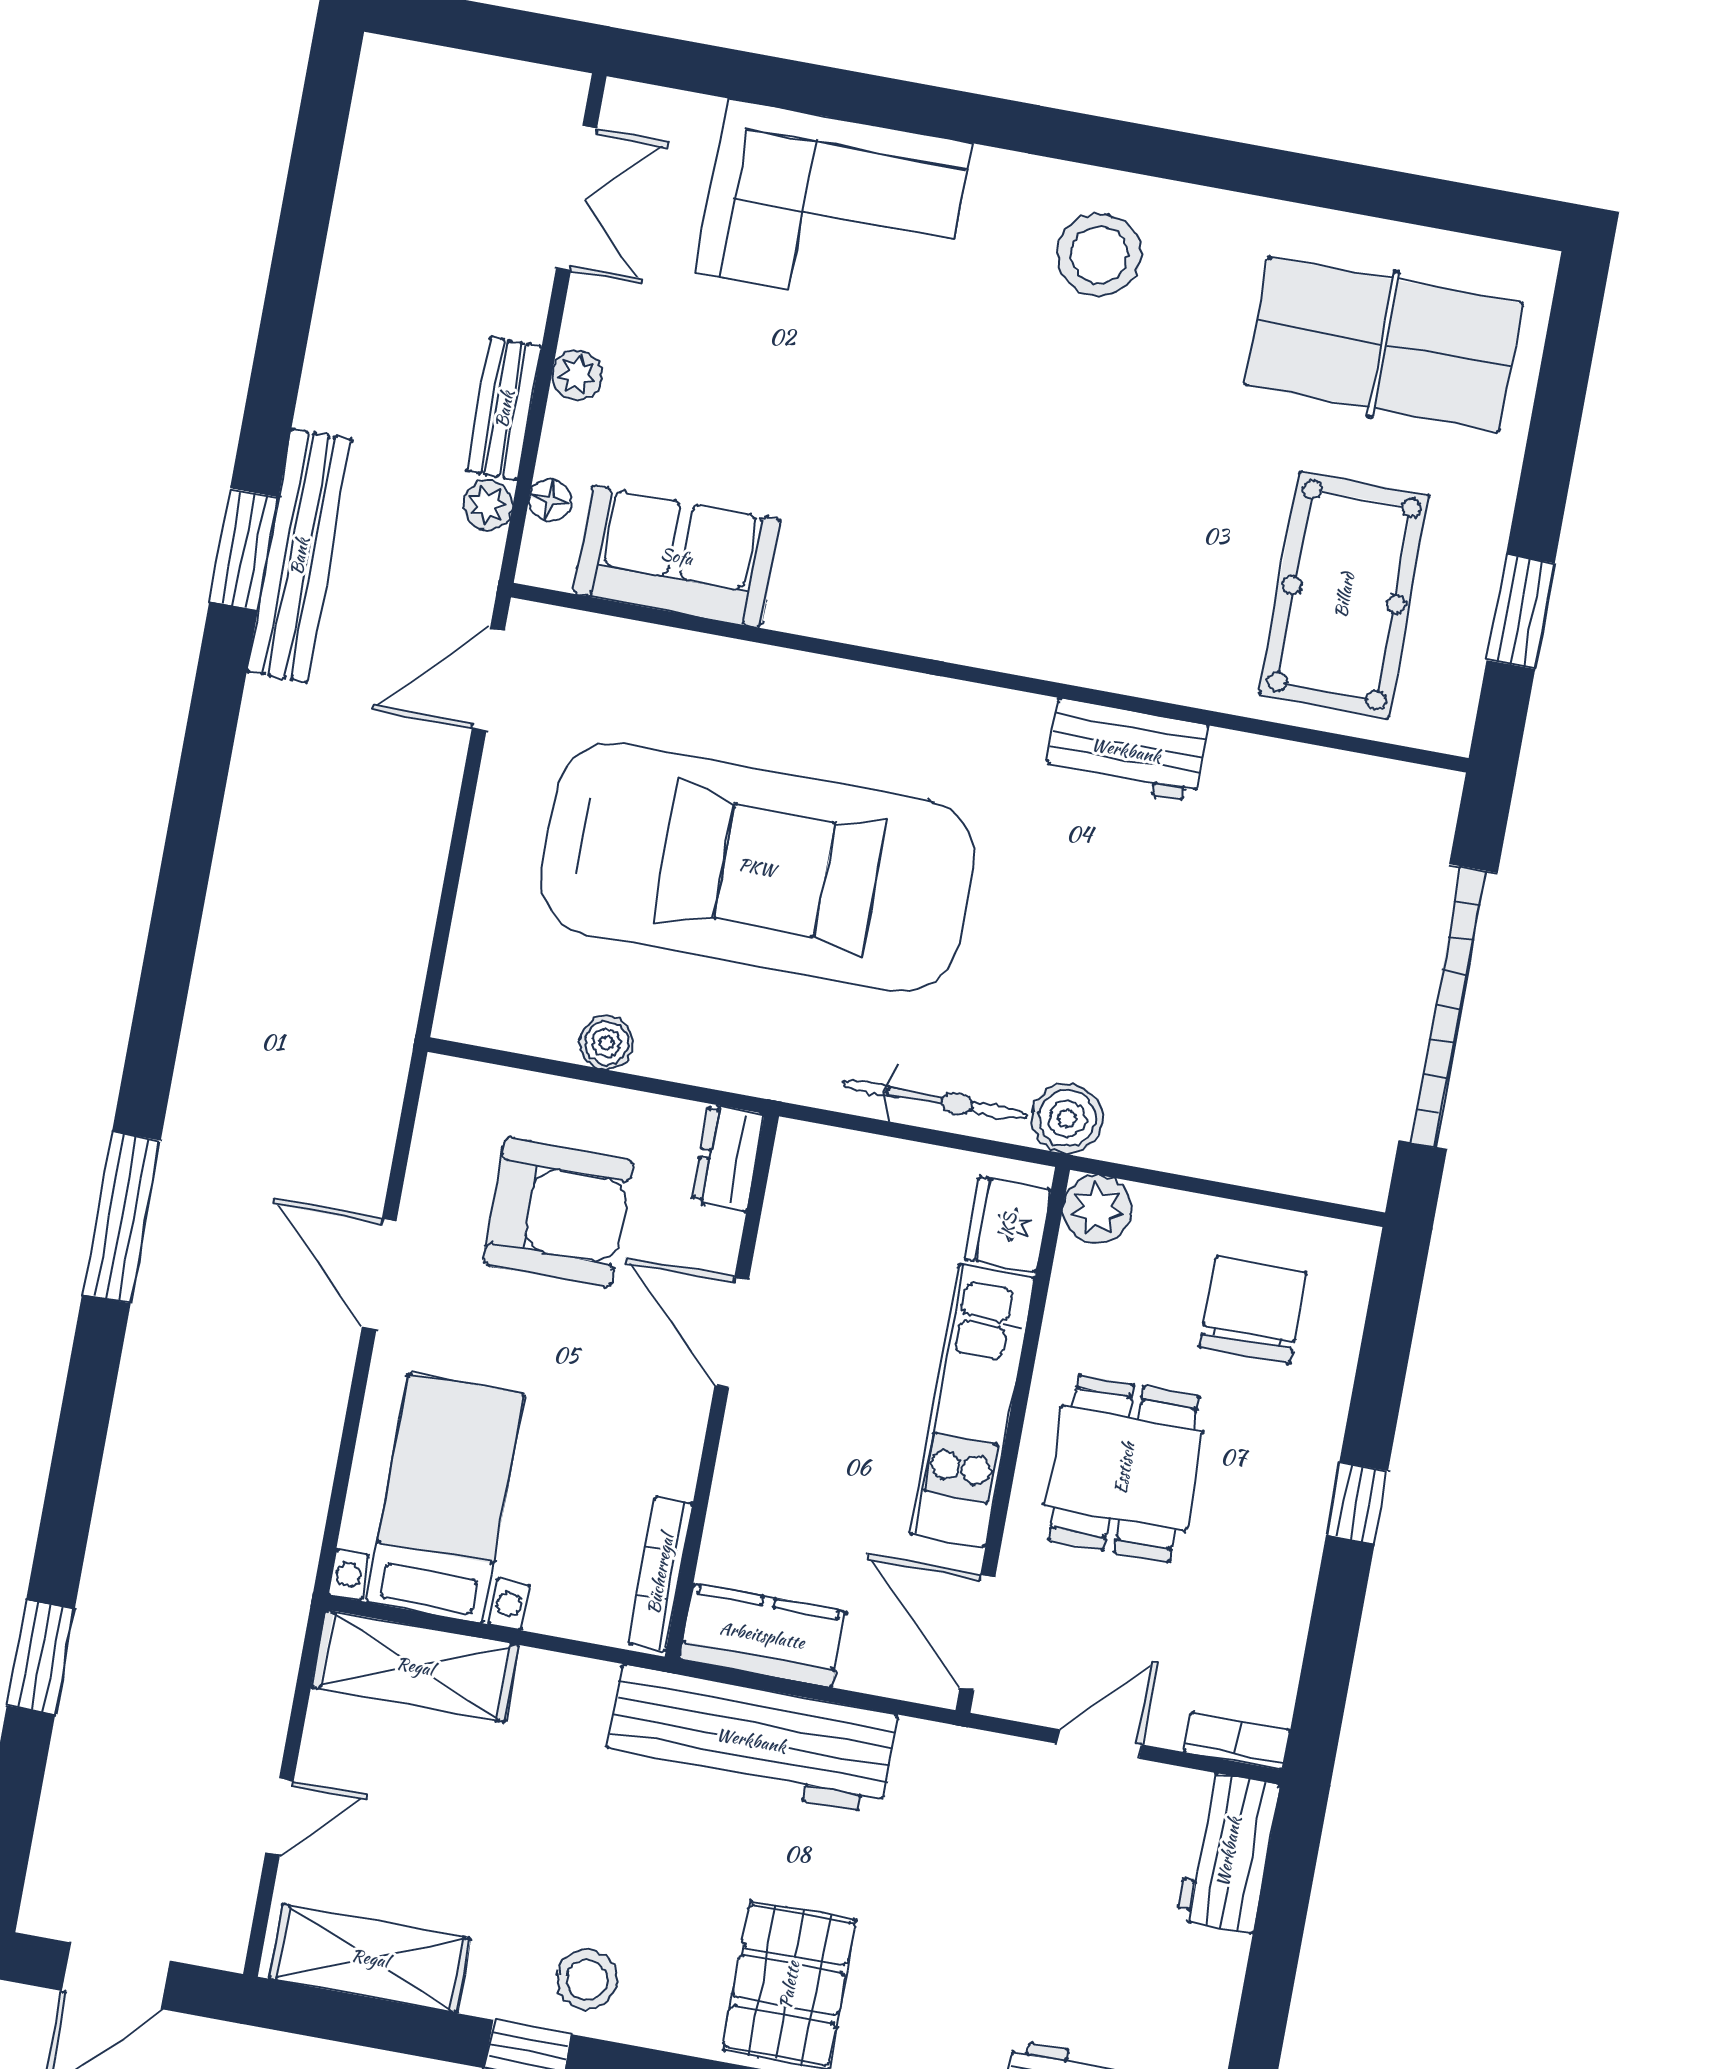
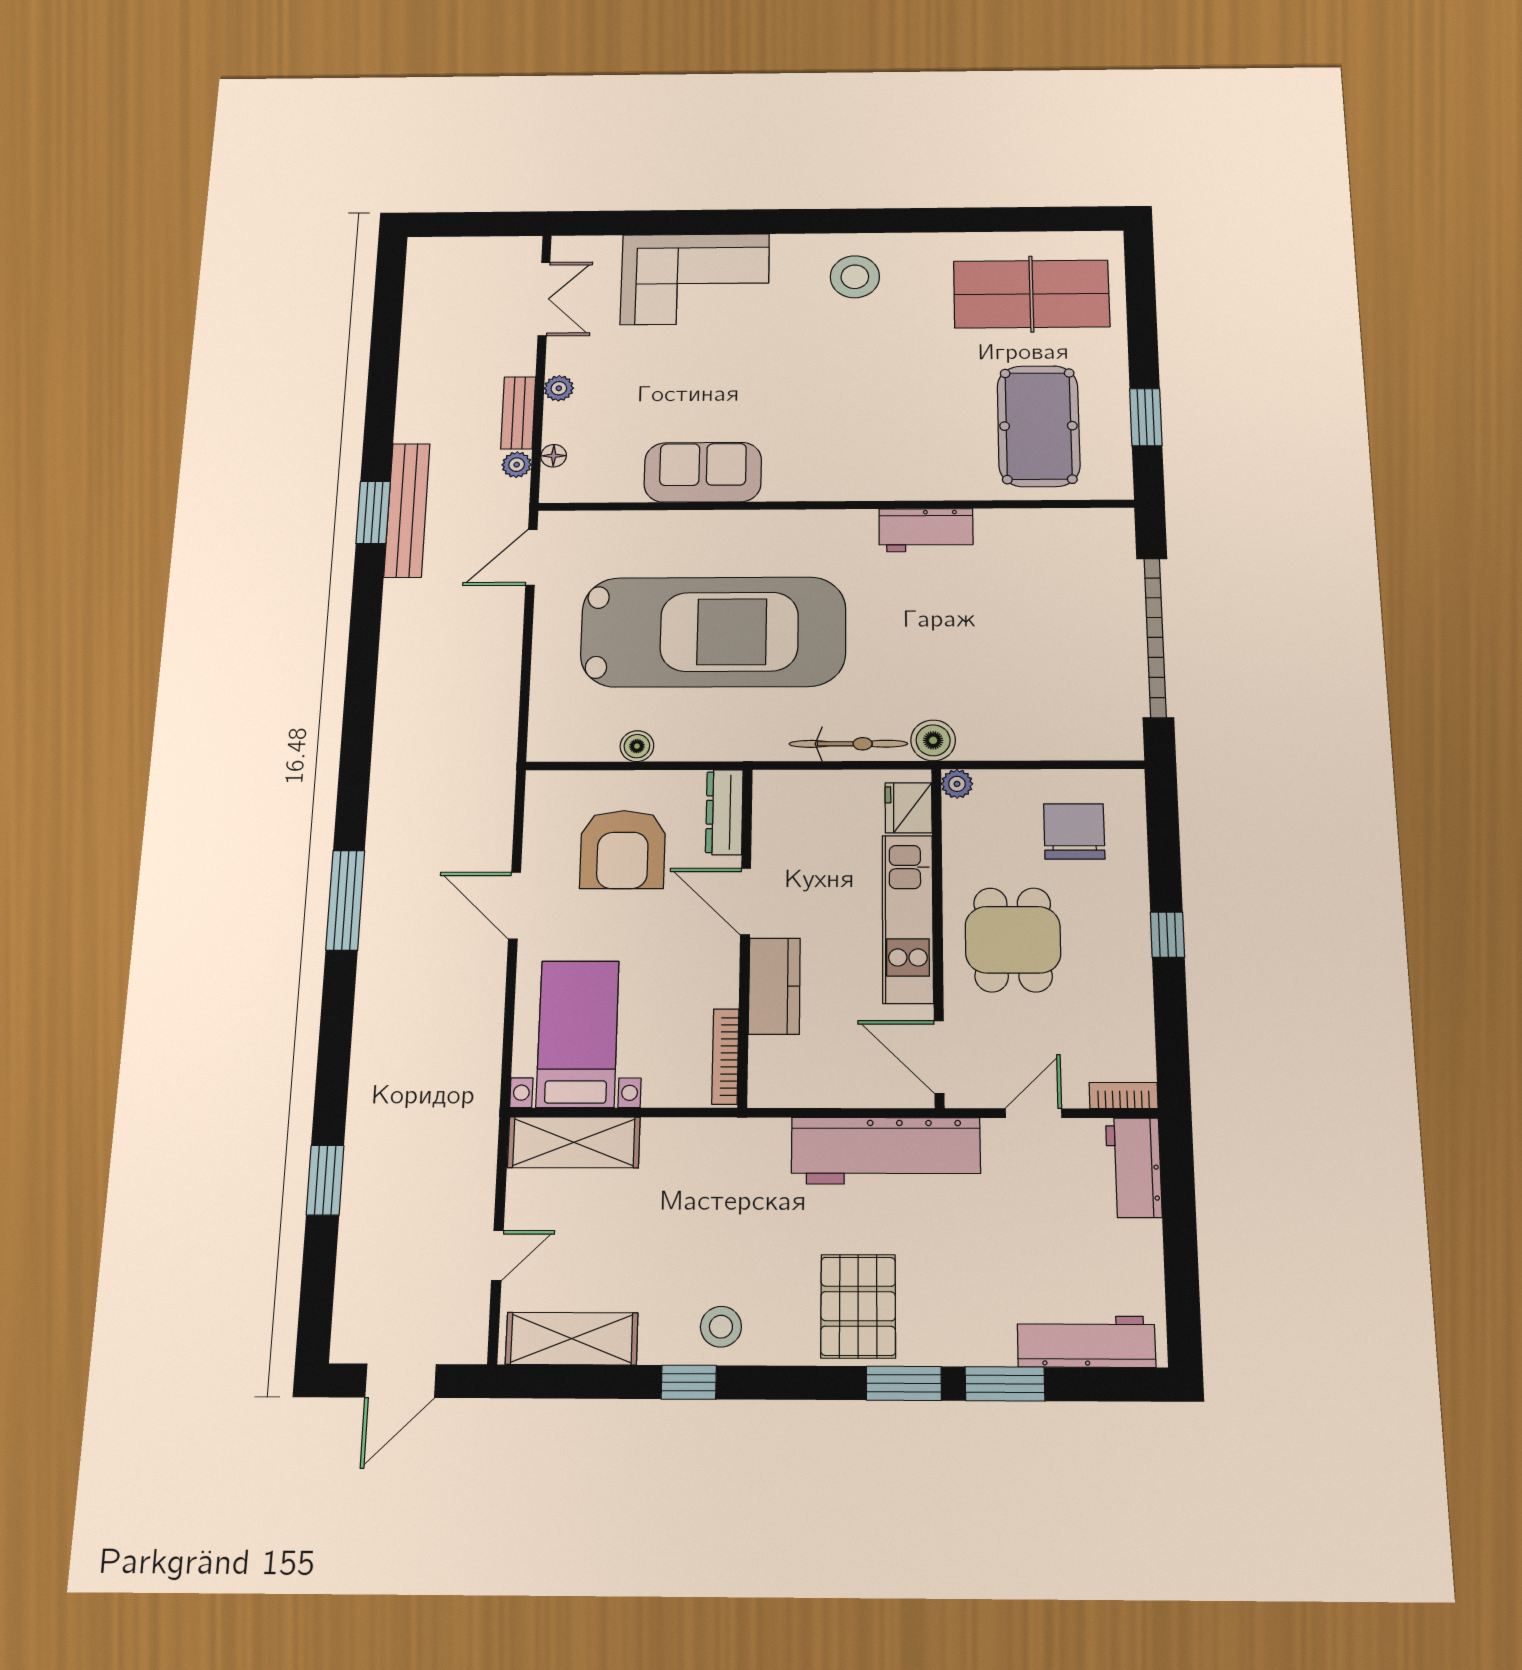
sofa: (677, 556) -> (703, 472), moved
dresser: (728, 1158) -> (724, 812), width x1.44
plant: (1097, 1209) -> (957, 784), width x0.73, depth x0.73
armchair: (558, 1212) -> (623, 849), turned 90
kitchen counter: (762, 1635) -> (774, 986), moved, turned 90
workbench: (751, 1740) -> (886, 1151), moved

